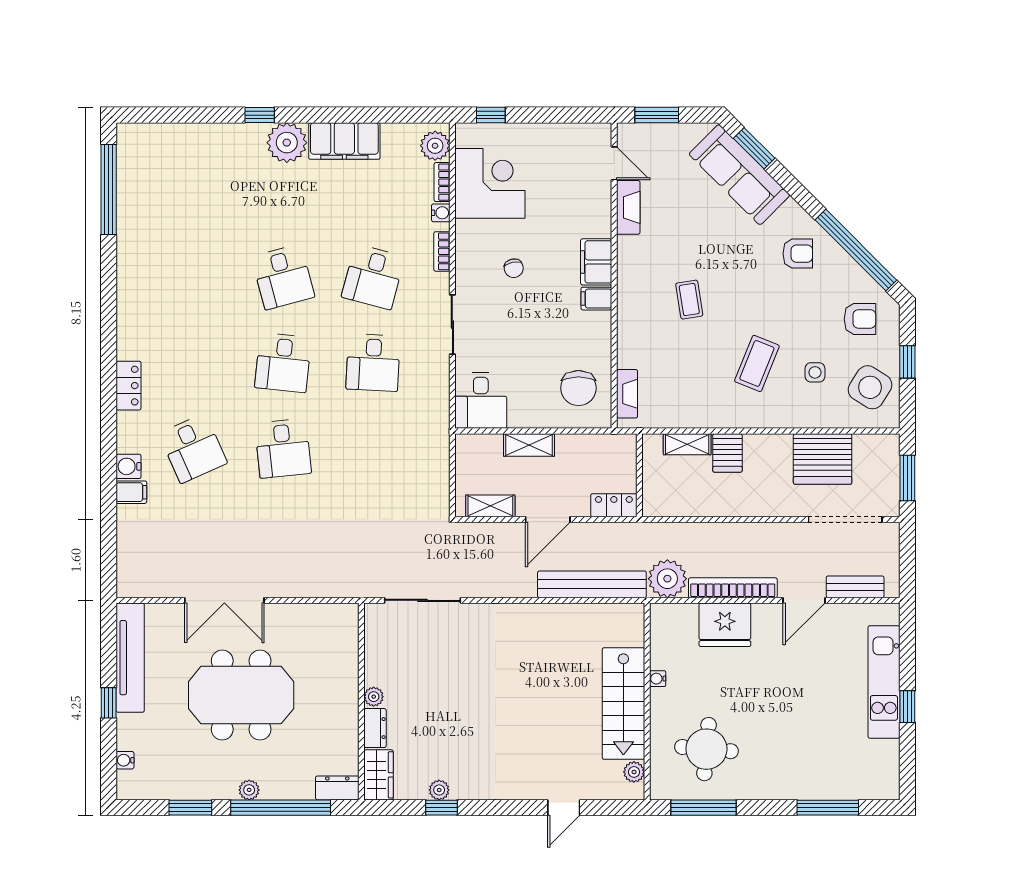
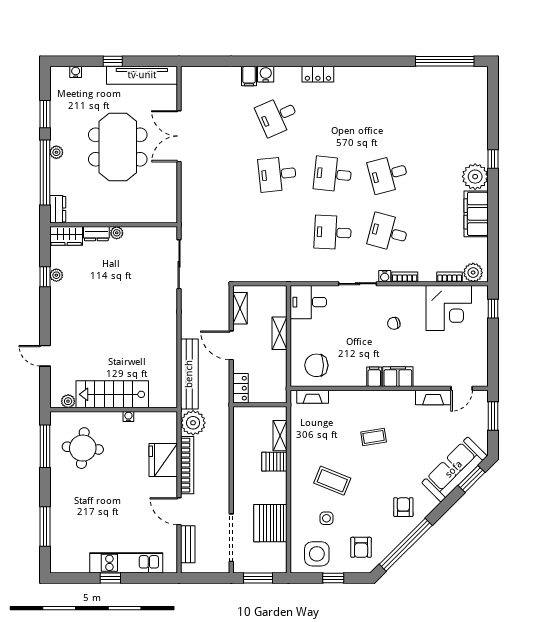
water cooler: (441, 213) -> (385, 276), moved
armchair: (798, 254) -> (403, 507), turned 180
side table: (870, 387) -> (317, 554), turned -32

